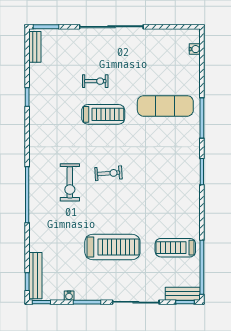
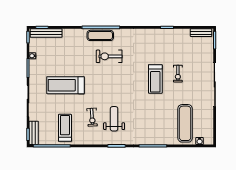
exercise mat: (165, 106) -> (185, 123), moved
exercise bike: (109, 173) -> (92, 117), moved
weight bench: (162, 175) -> (114, 119), added
exercise mat: (39, 196) -> (100, 35), added
treadmill: (112, 247) -> (65, 85), turned 90

